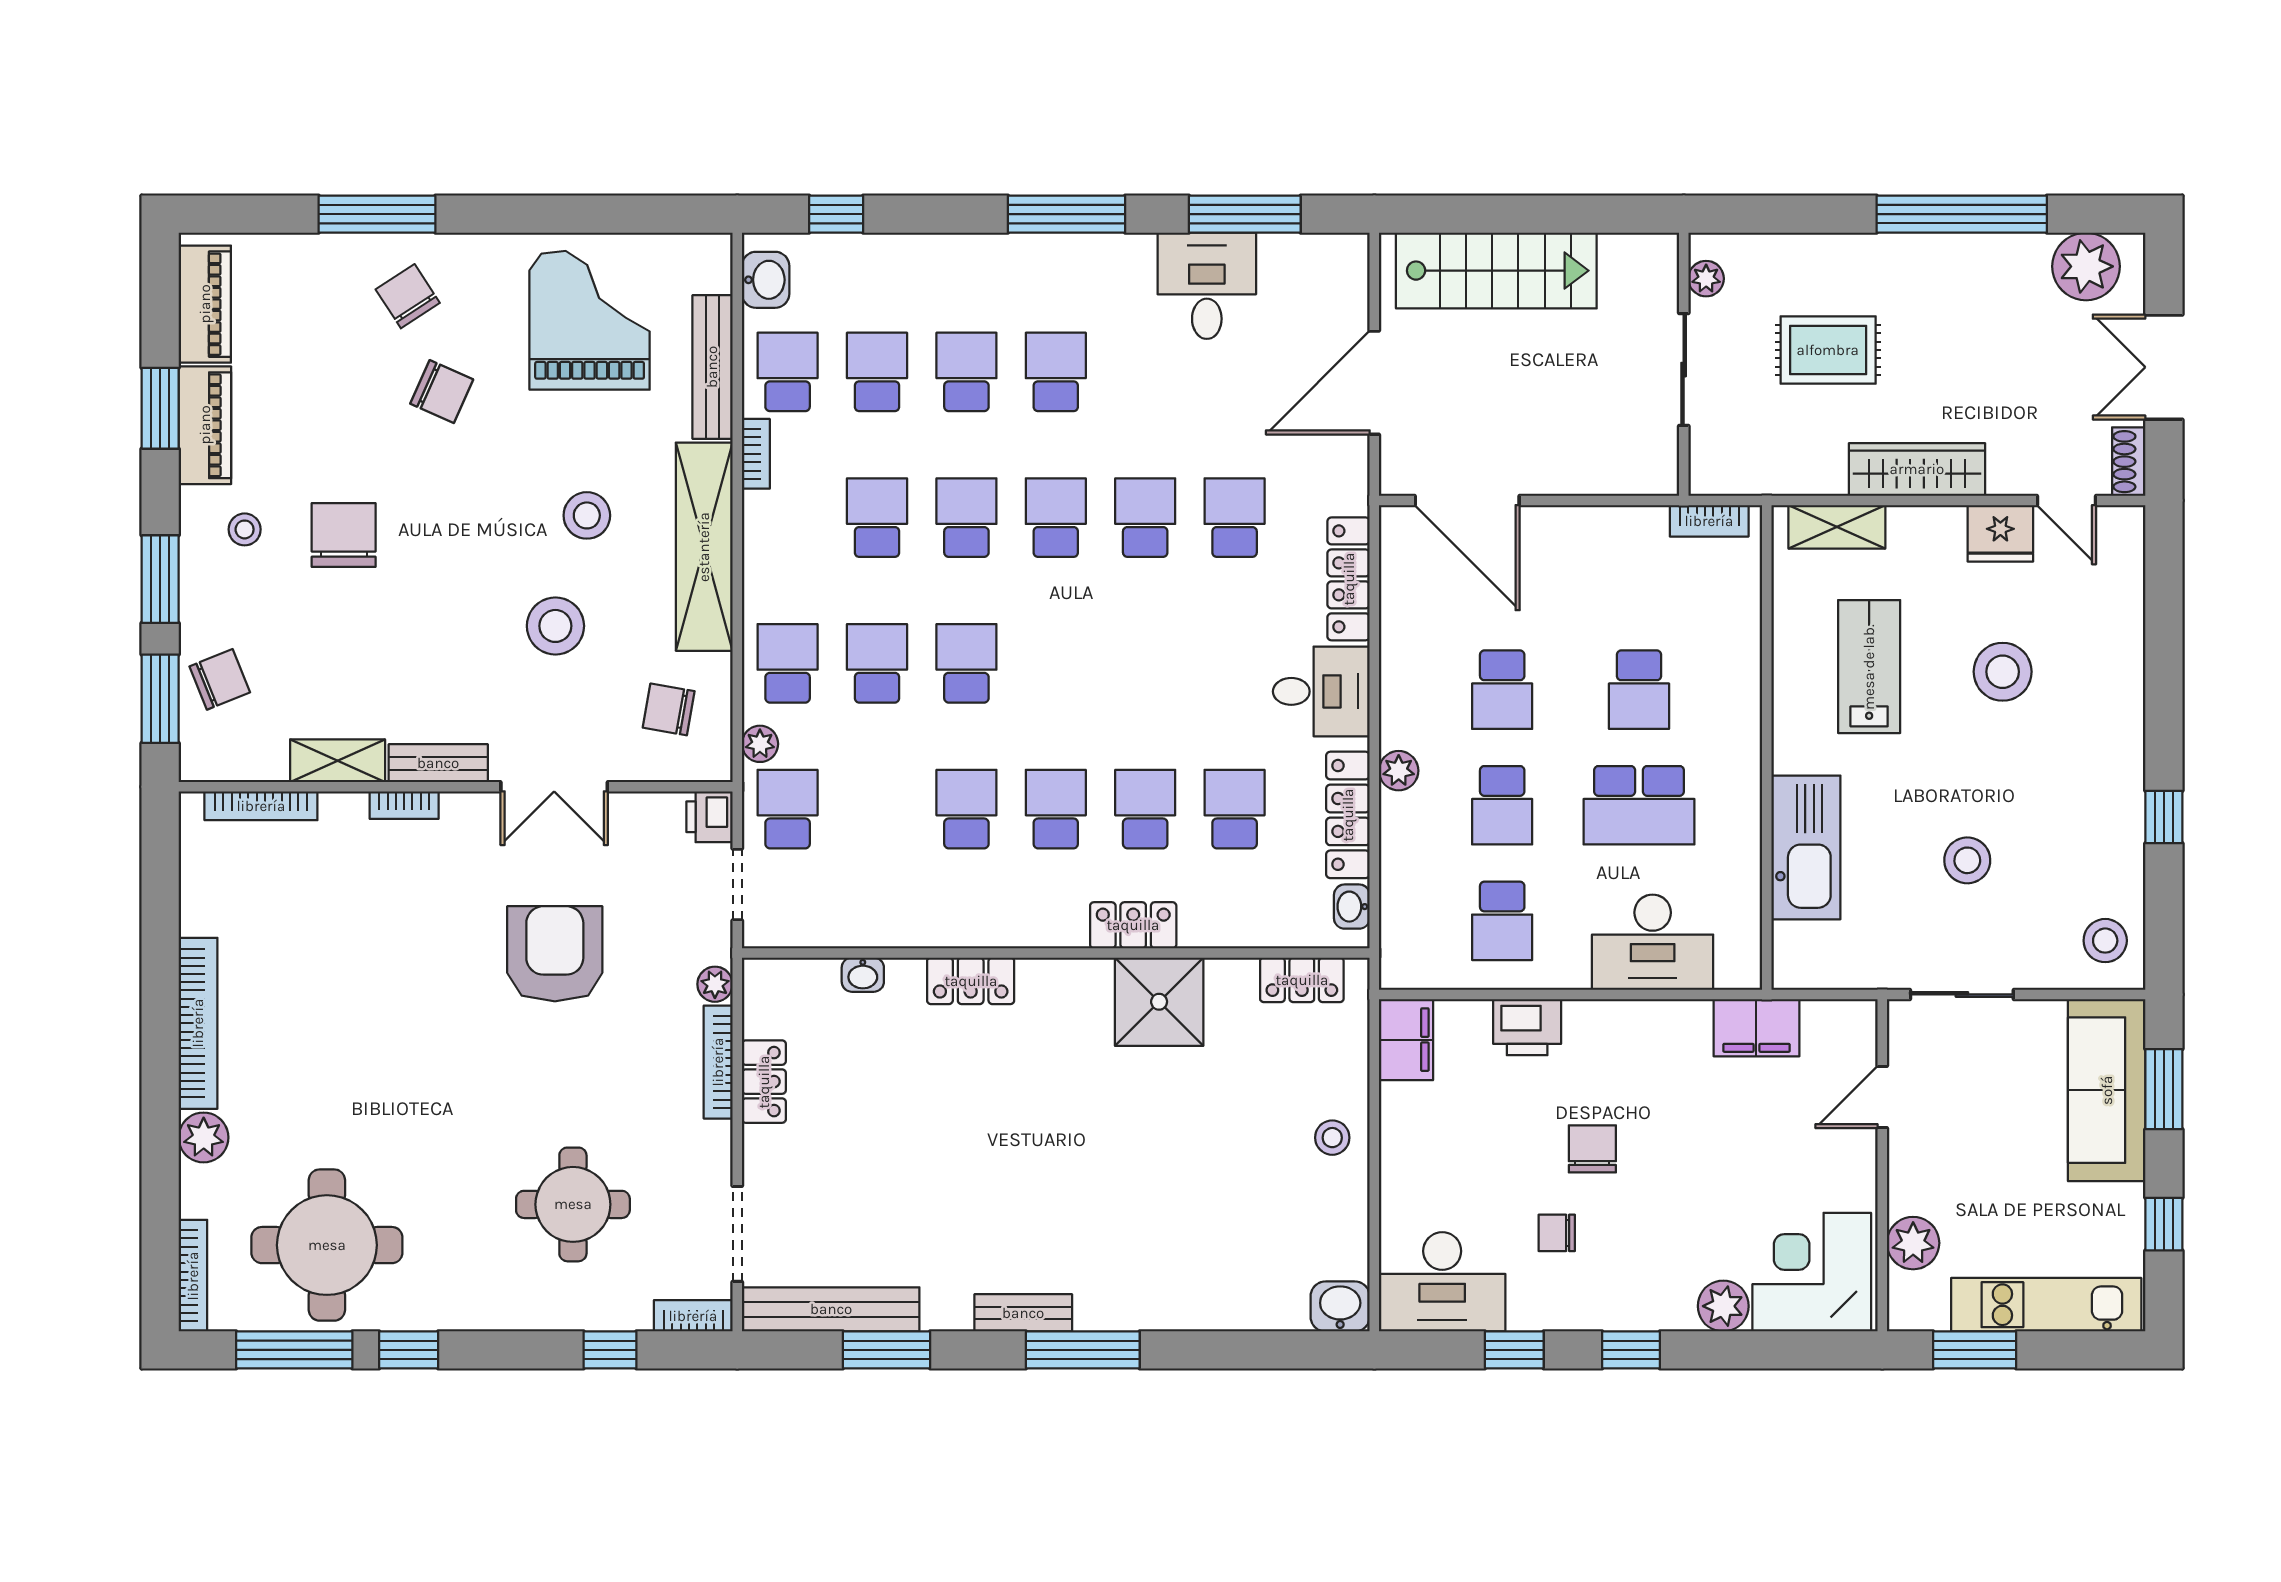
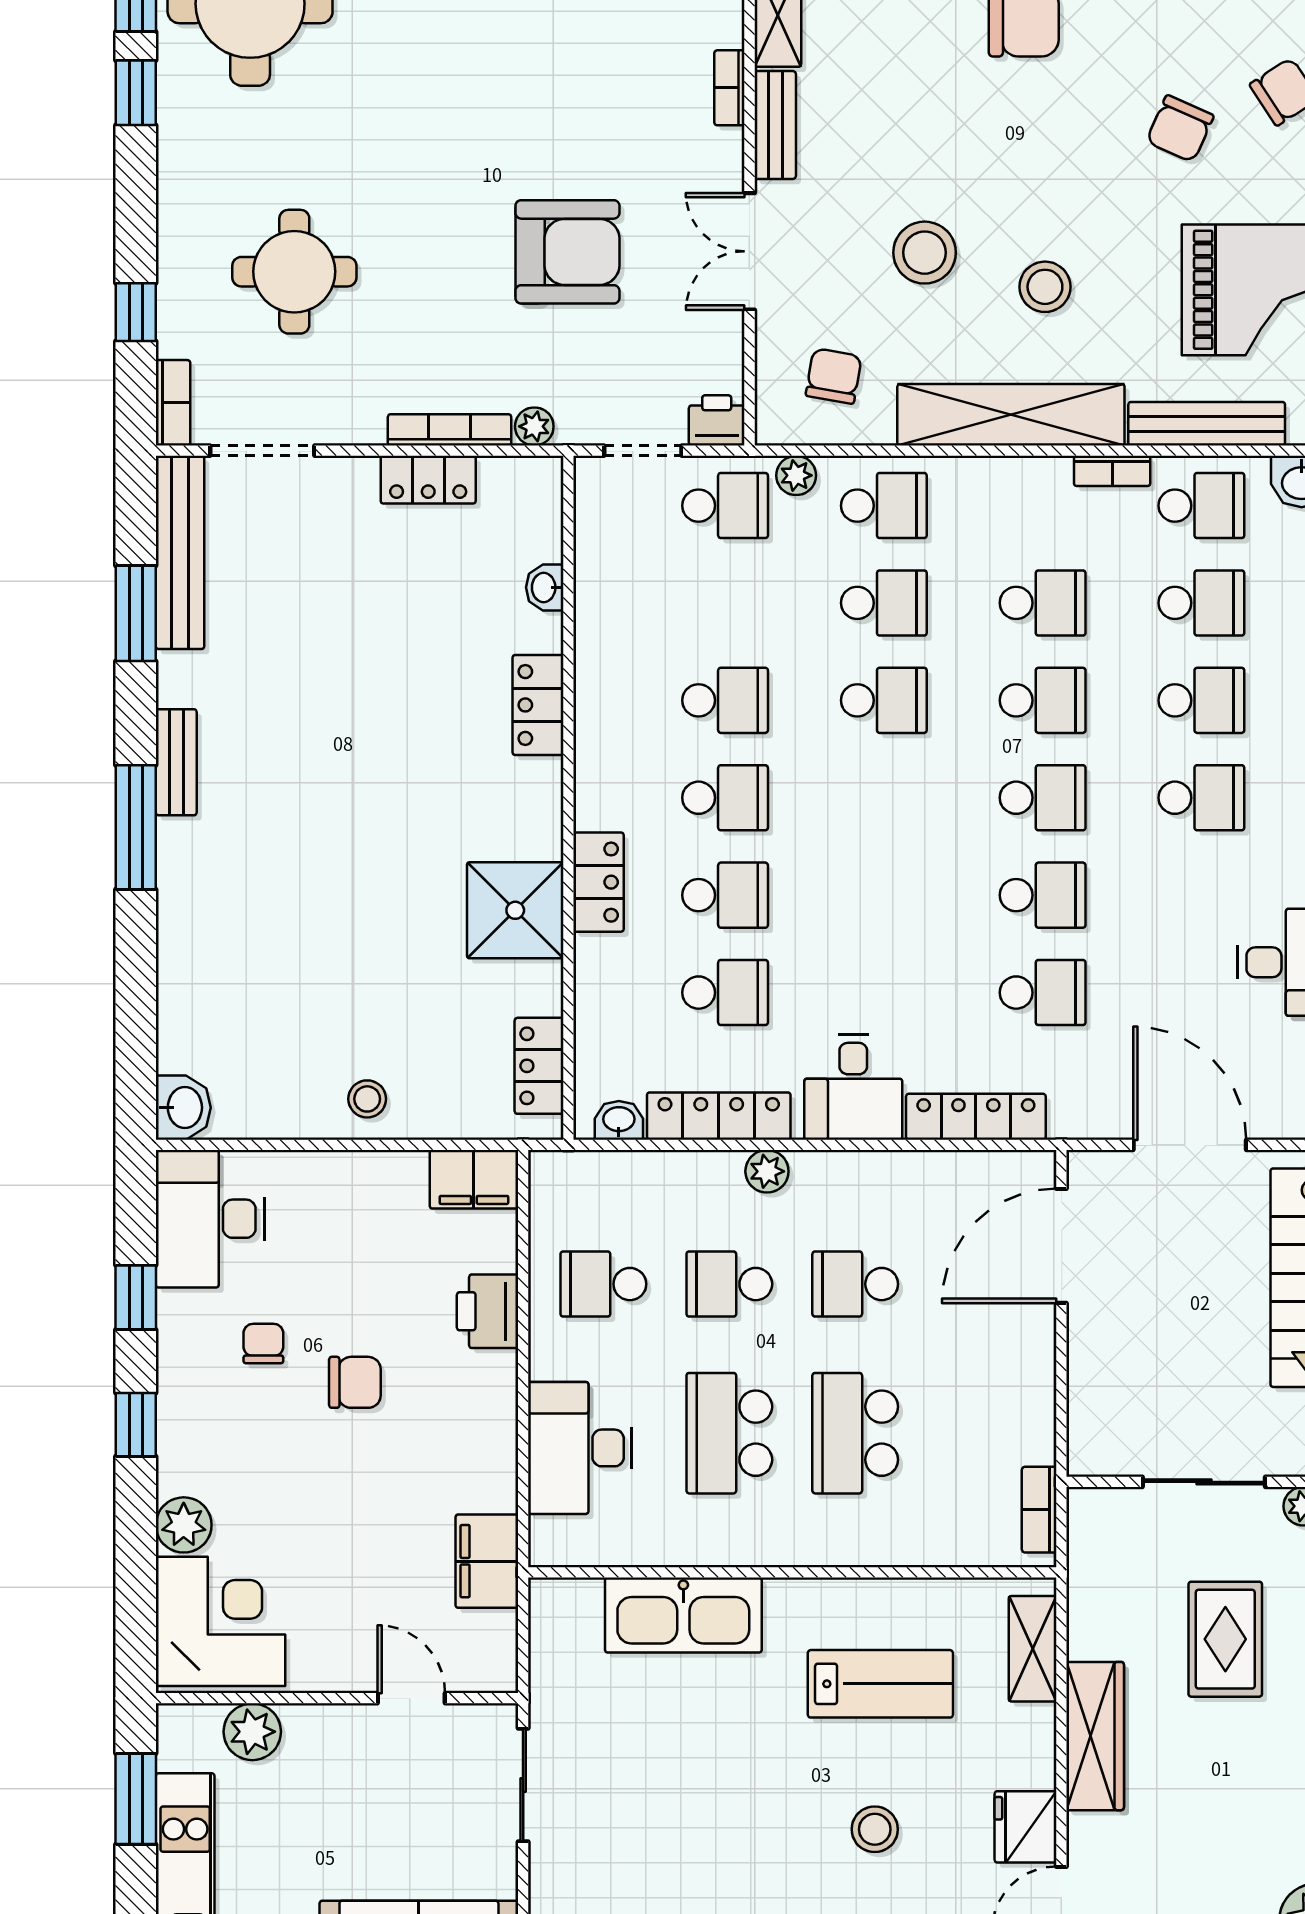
stool: (2003, 672) -> (875, 1829), width x0.73, depth x0.73
school desk: (1639, 690) -> (855, 1433), width x1.85
stool: (1967, 860) -> (669, 1791), removed

